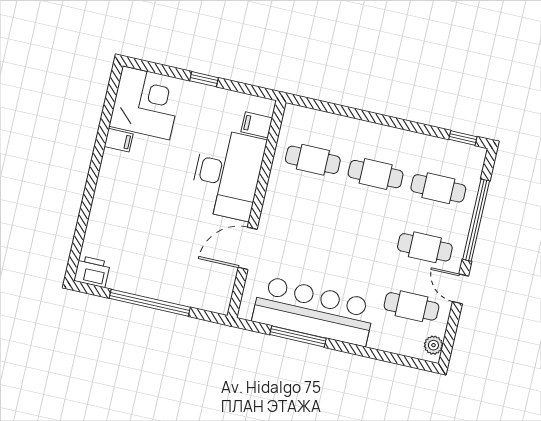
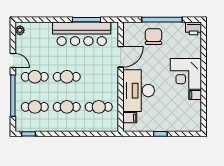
corner desk: (146, 103) -> (186, 74), moved
chair: (174, 273) -> (153, 37), added
cafe table: (411, 306) -> (67, 77), moved

